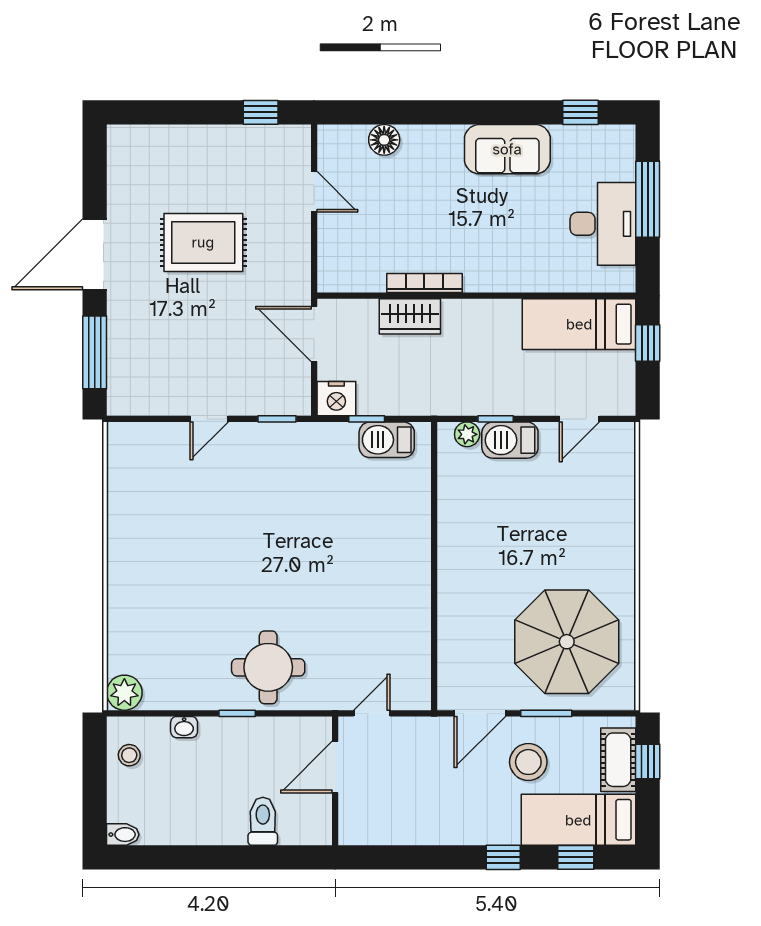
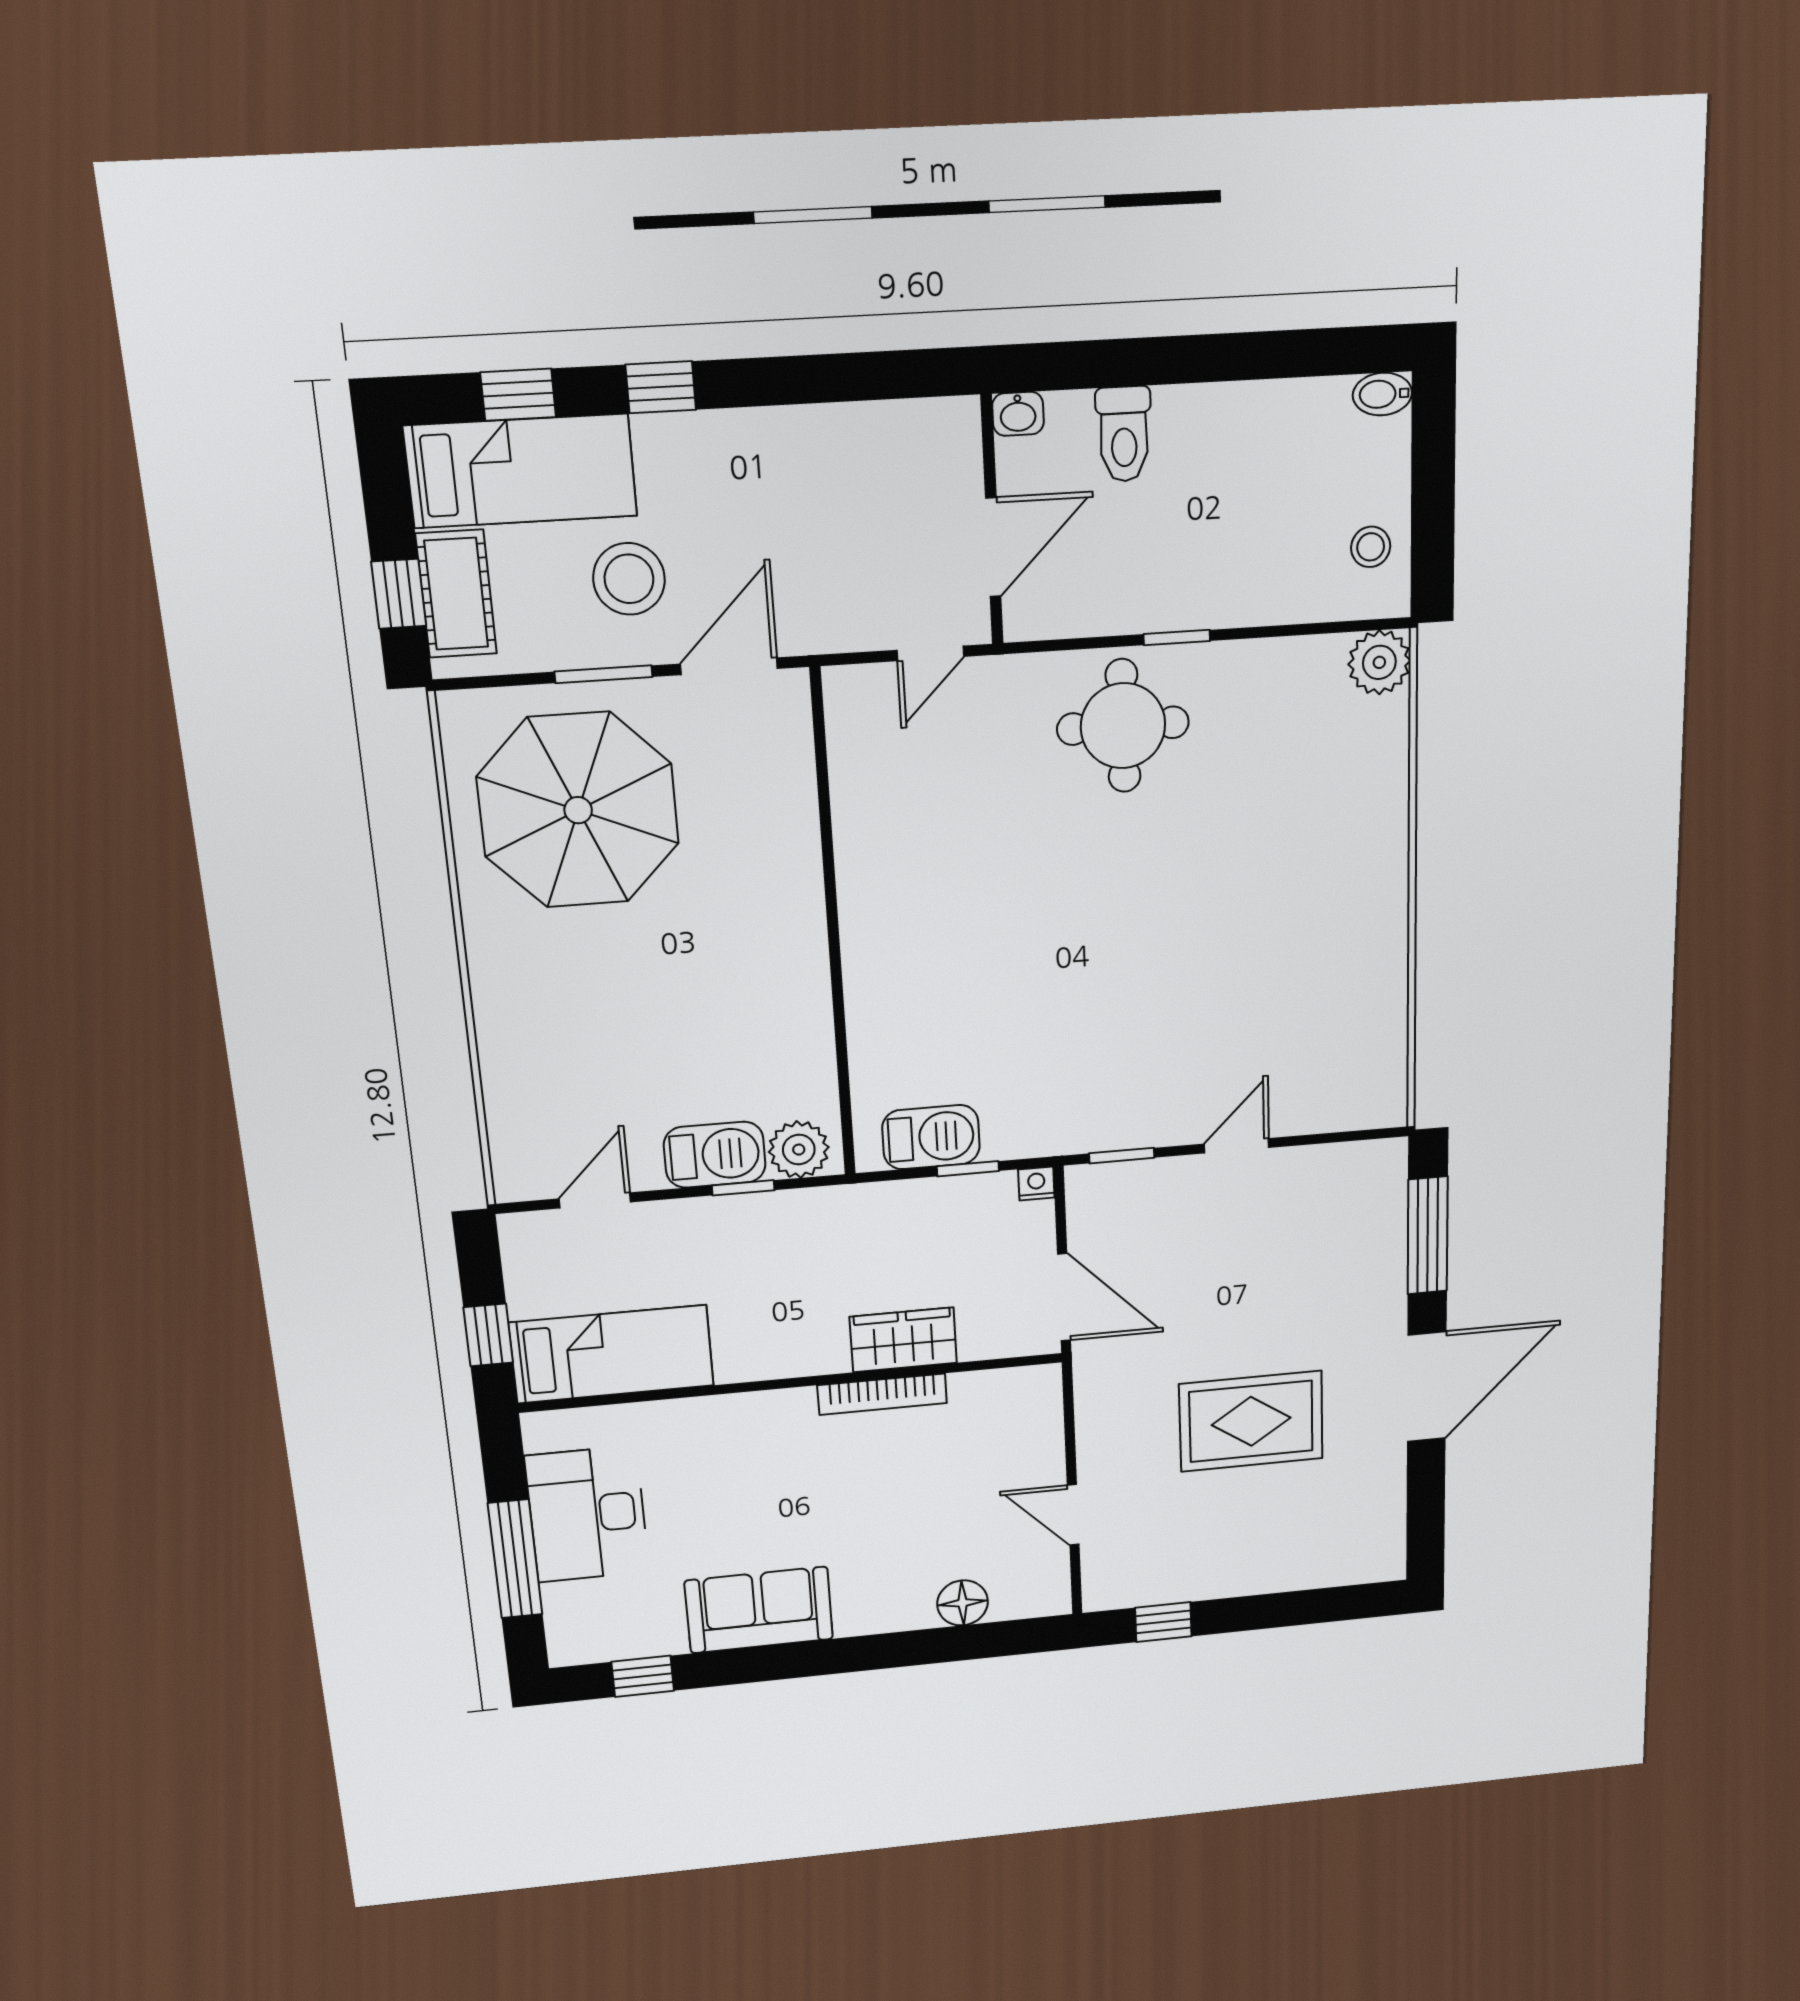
nightstand: (336, 399) -> (1036, 1184), width x0.53, depth x0.56
plant: (467, 434) -> (799, 1150), width x1.38, depth x1.38
washbasin: (184, 727) -> (1018, 414), moved, turned 180

